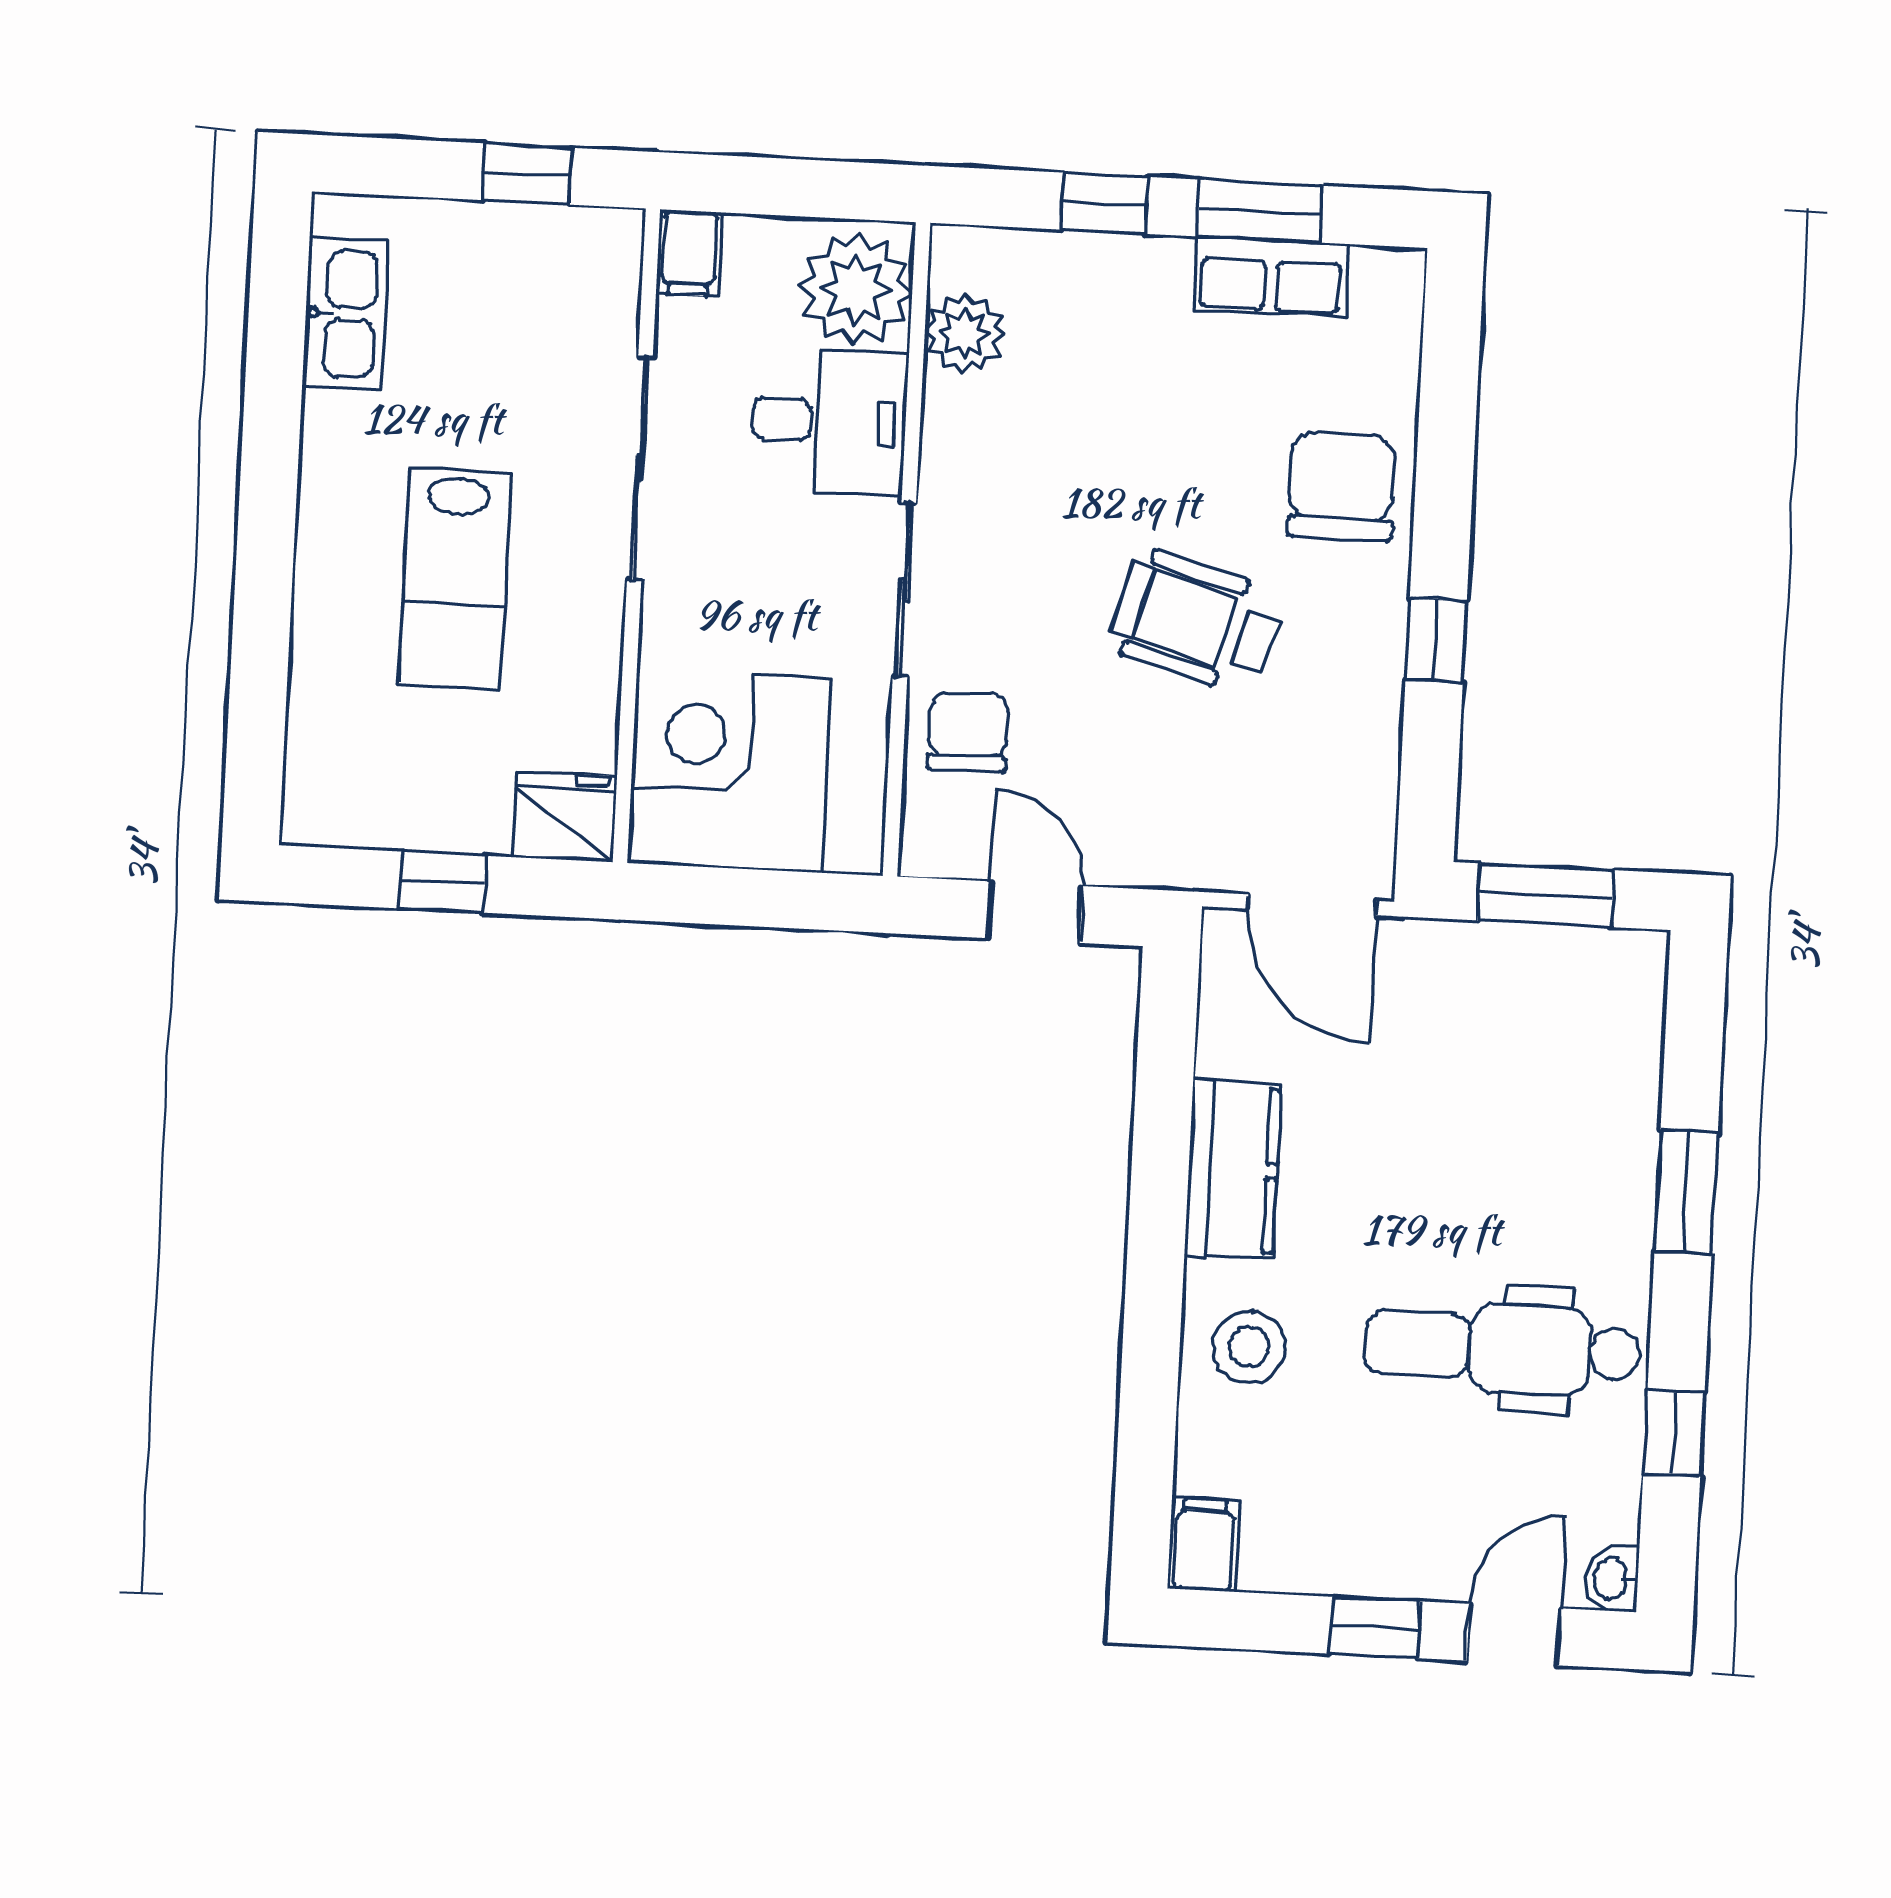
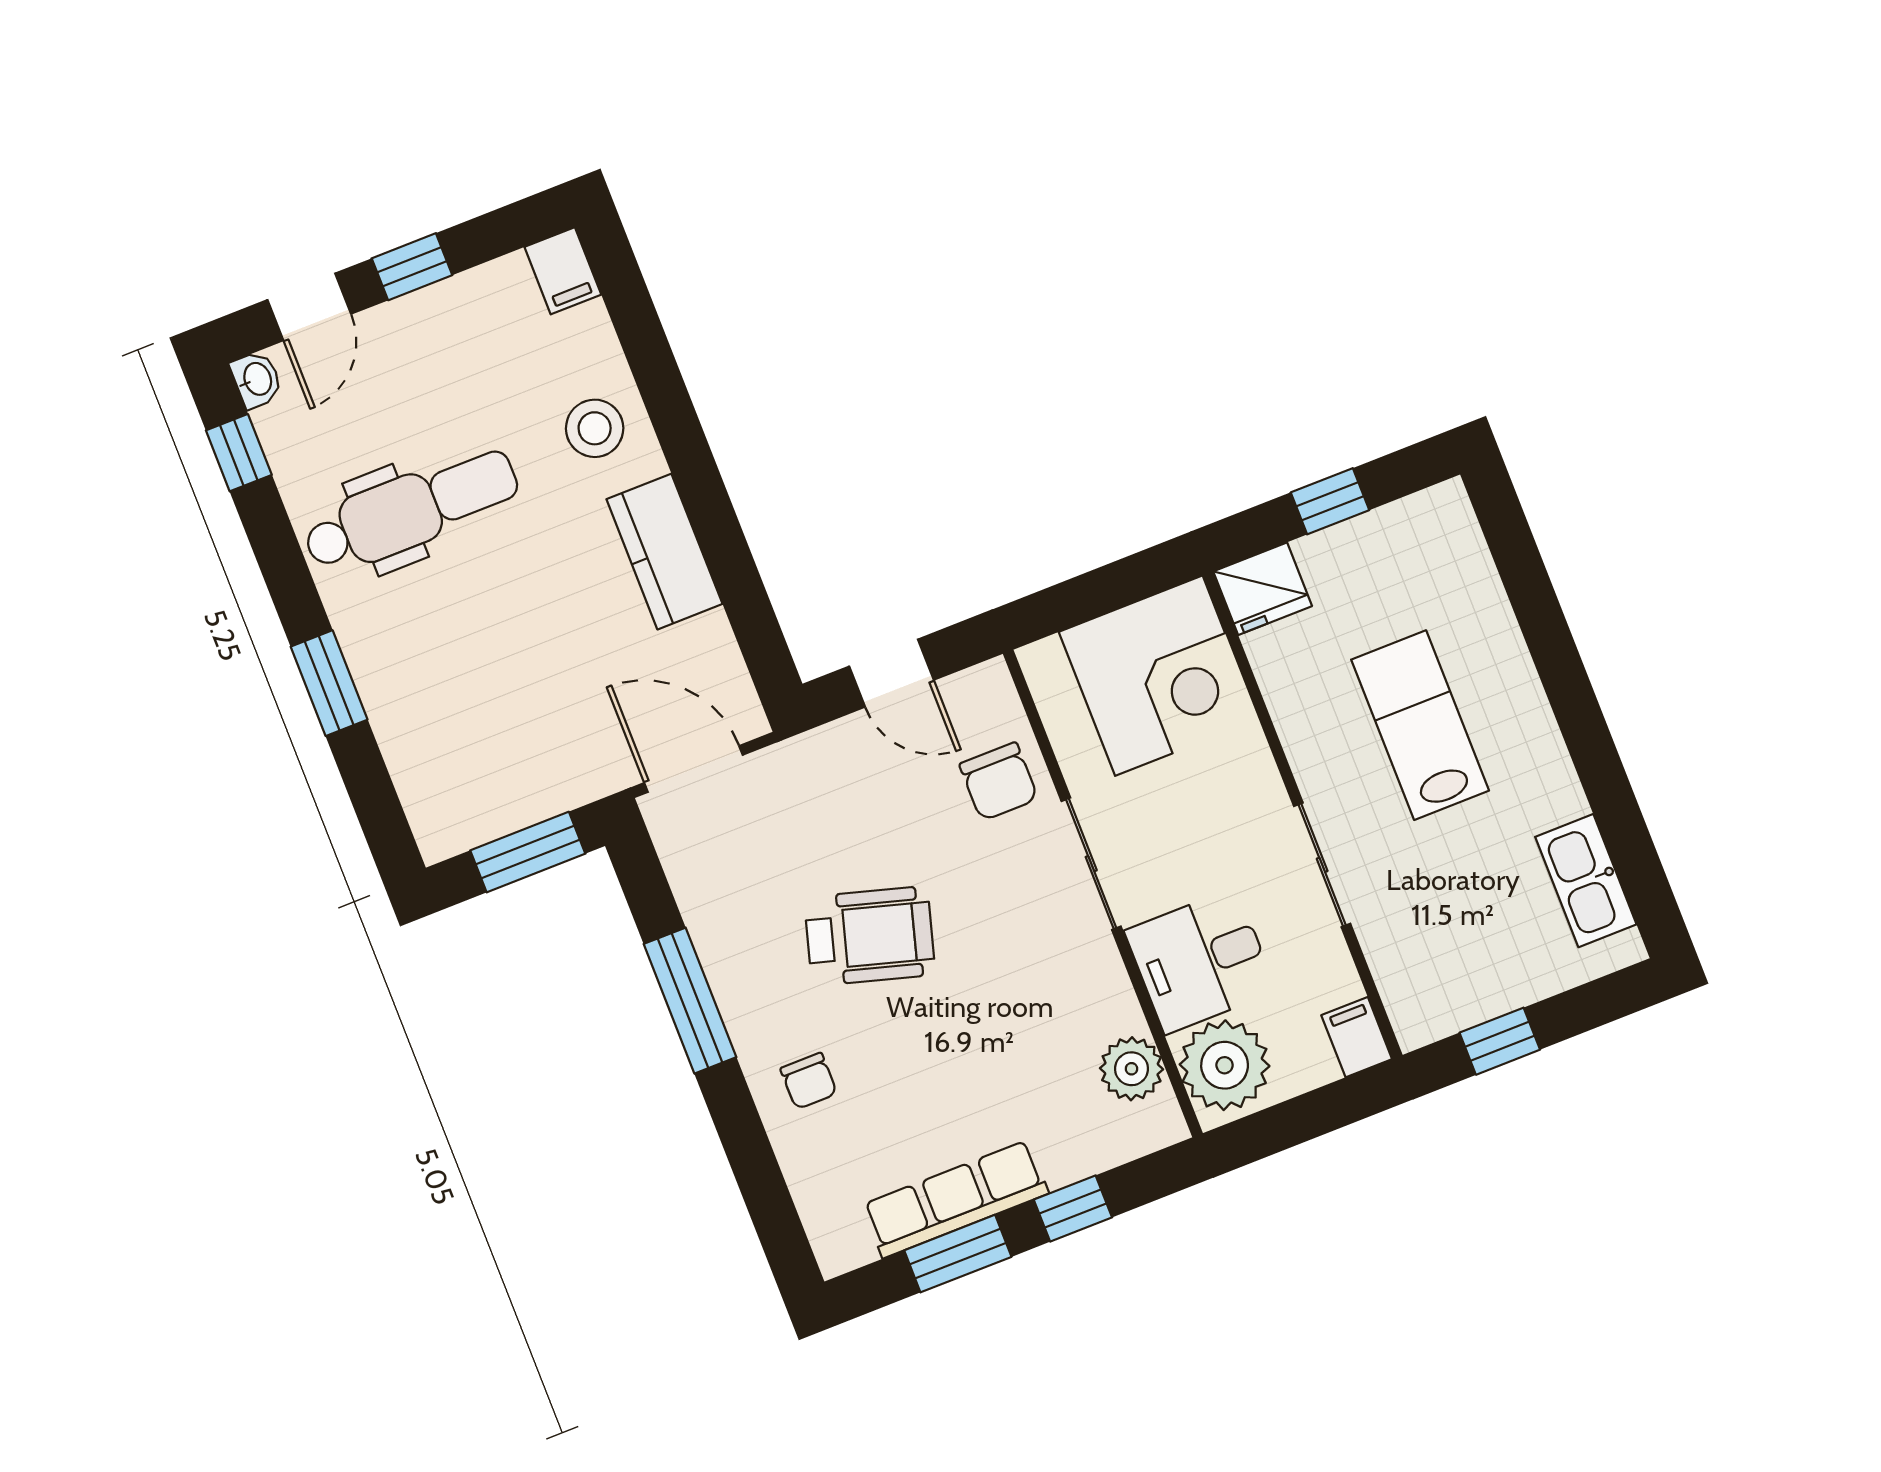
row of seats: (1271, 277) -> (955, 1199), width x1.48
sliding door: (640, 469) -> (1322, 865), width x0.73
chair: (1341, 487) -> (809, 1081), width x0.54, depth x0.54
window: (1436, 641) -> (690, 1001), width x2.17
window: (1674, 1433) -> (239, 453), moved

